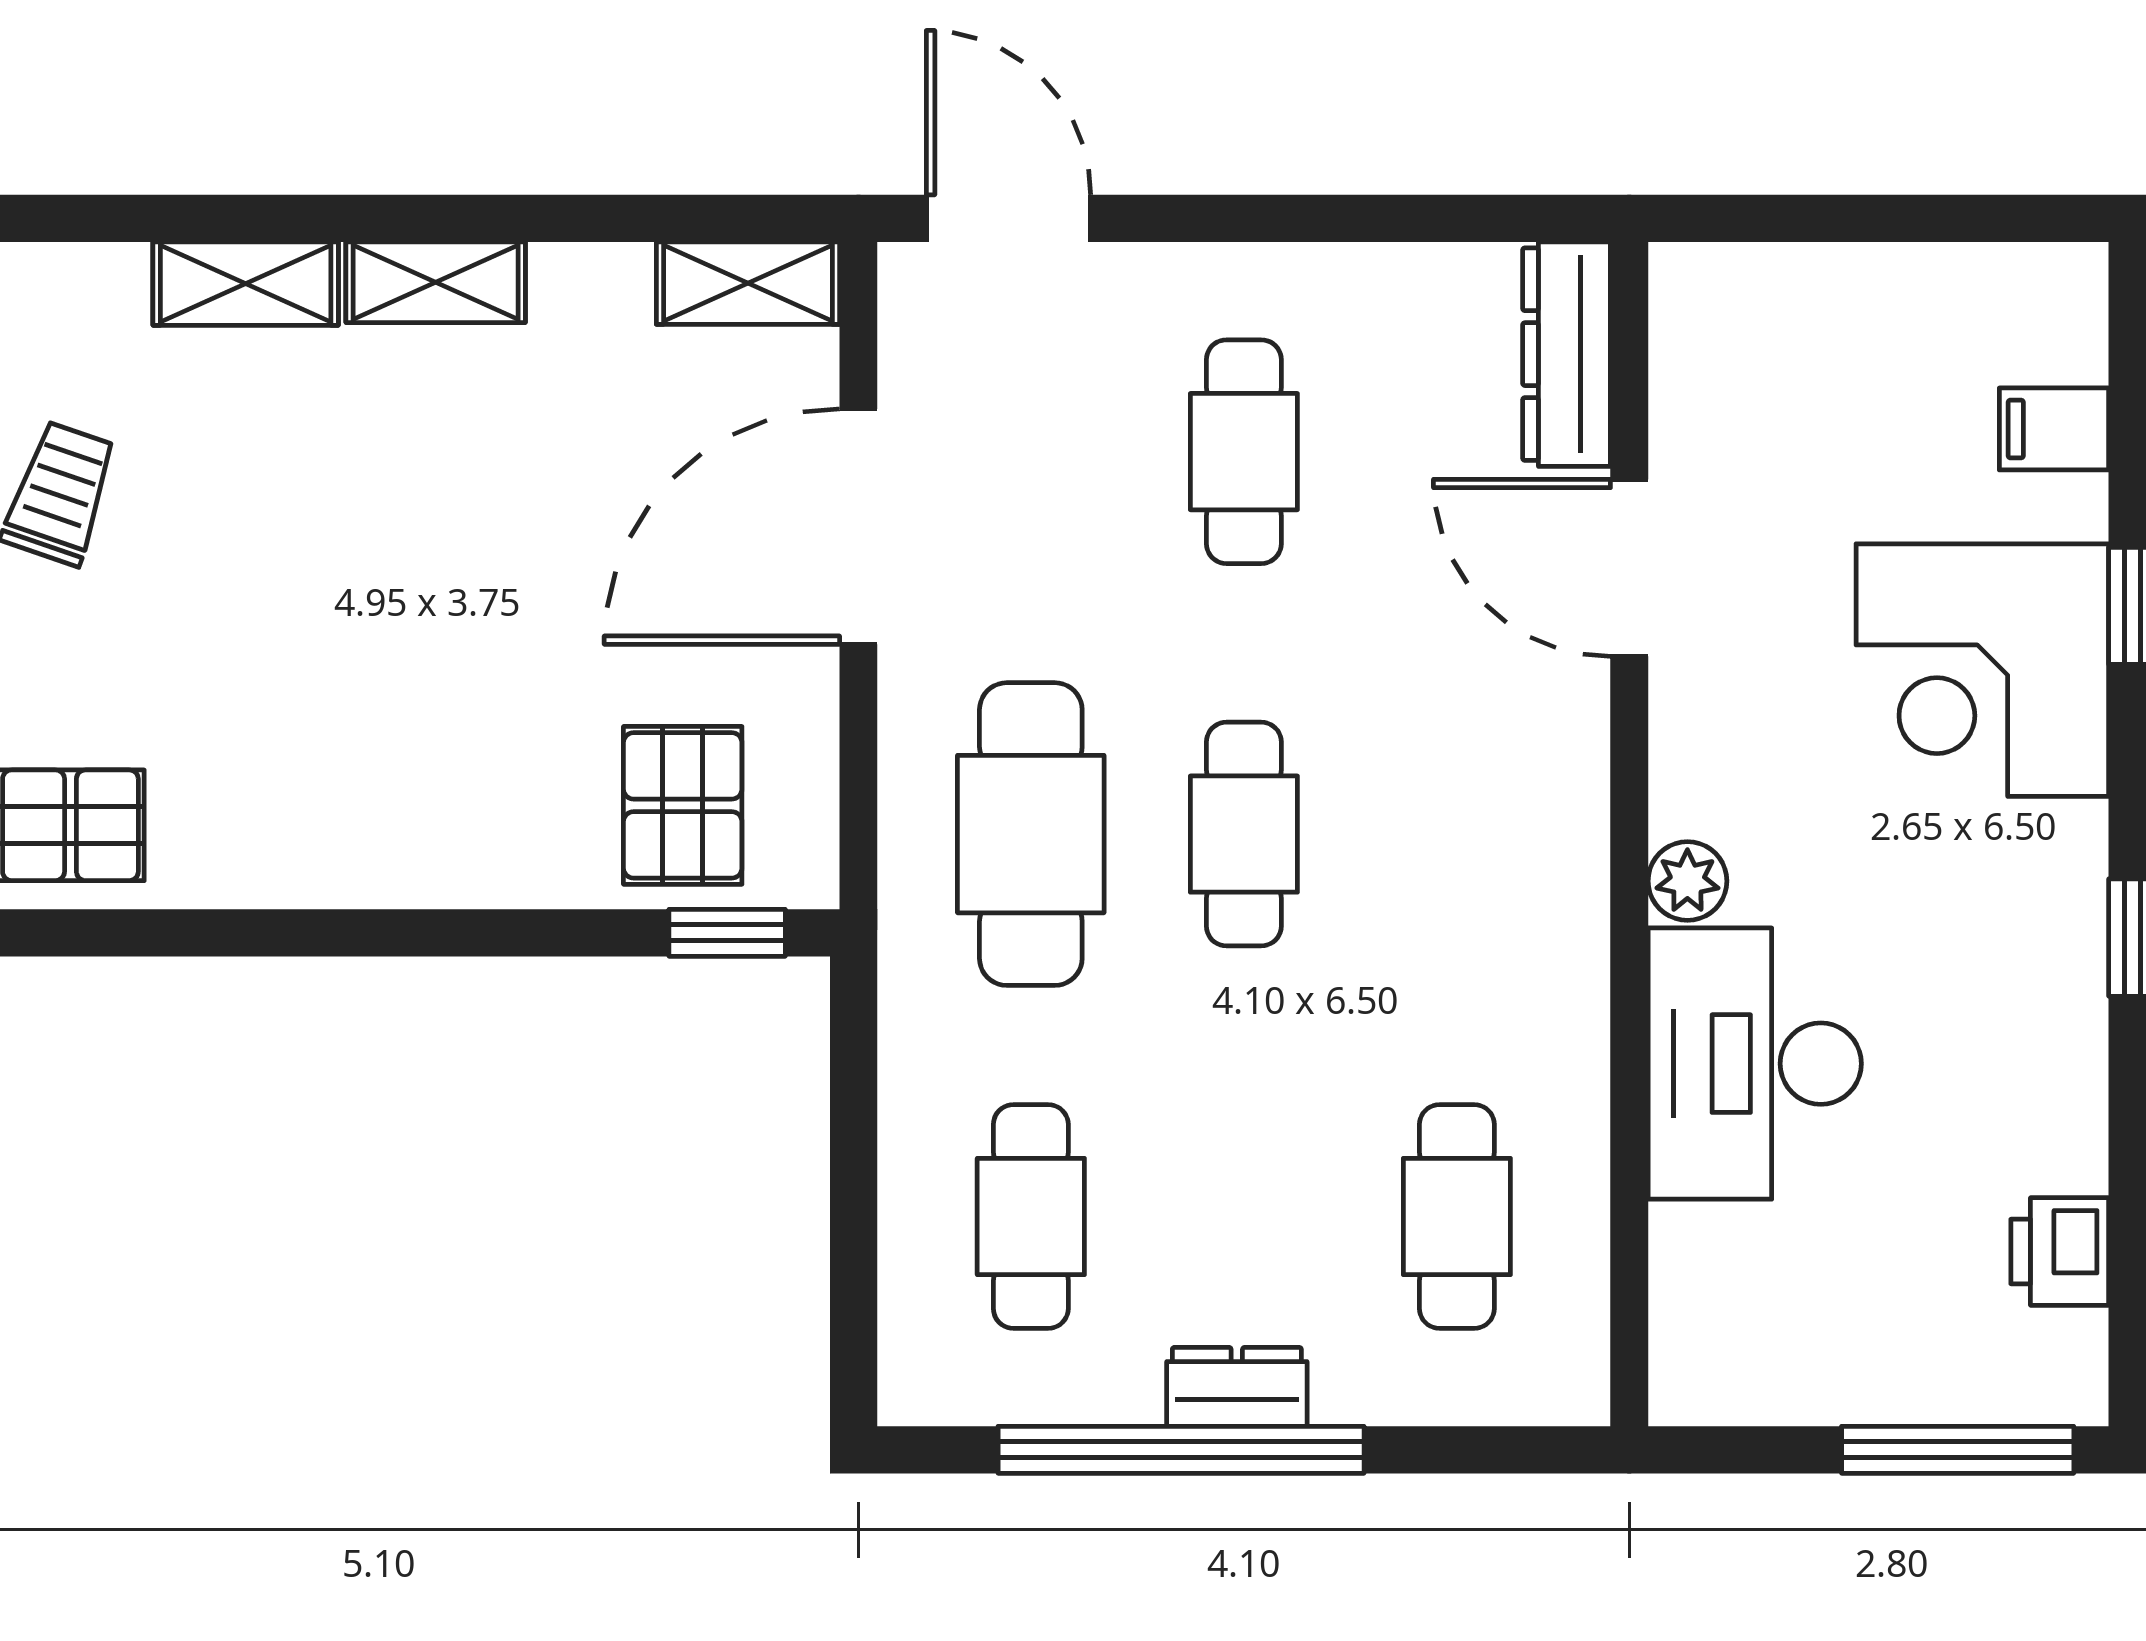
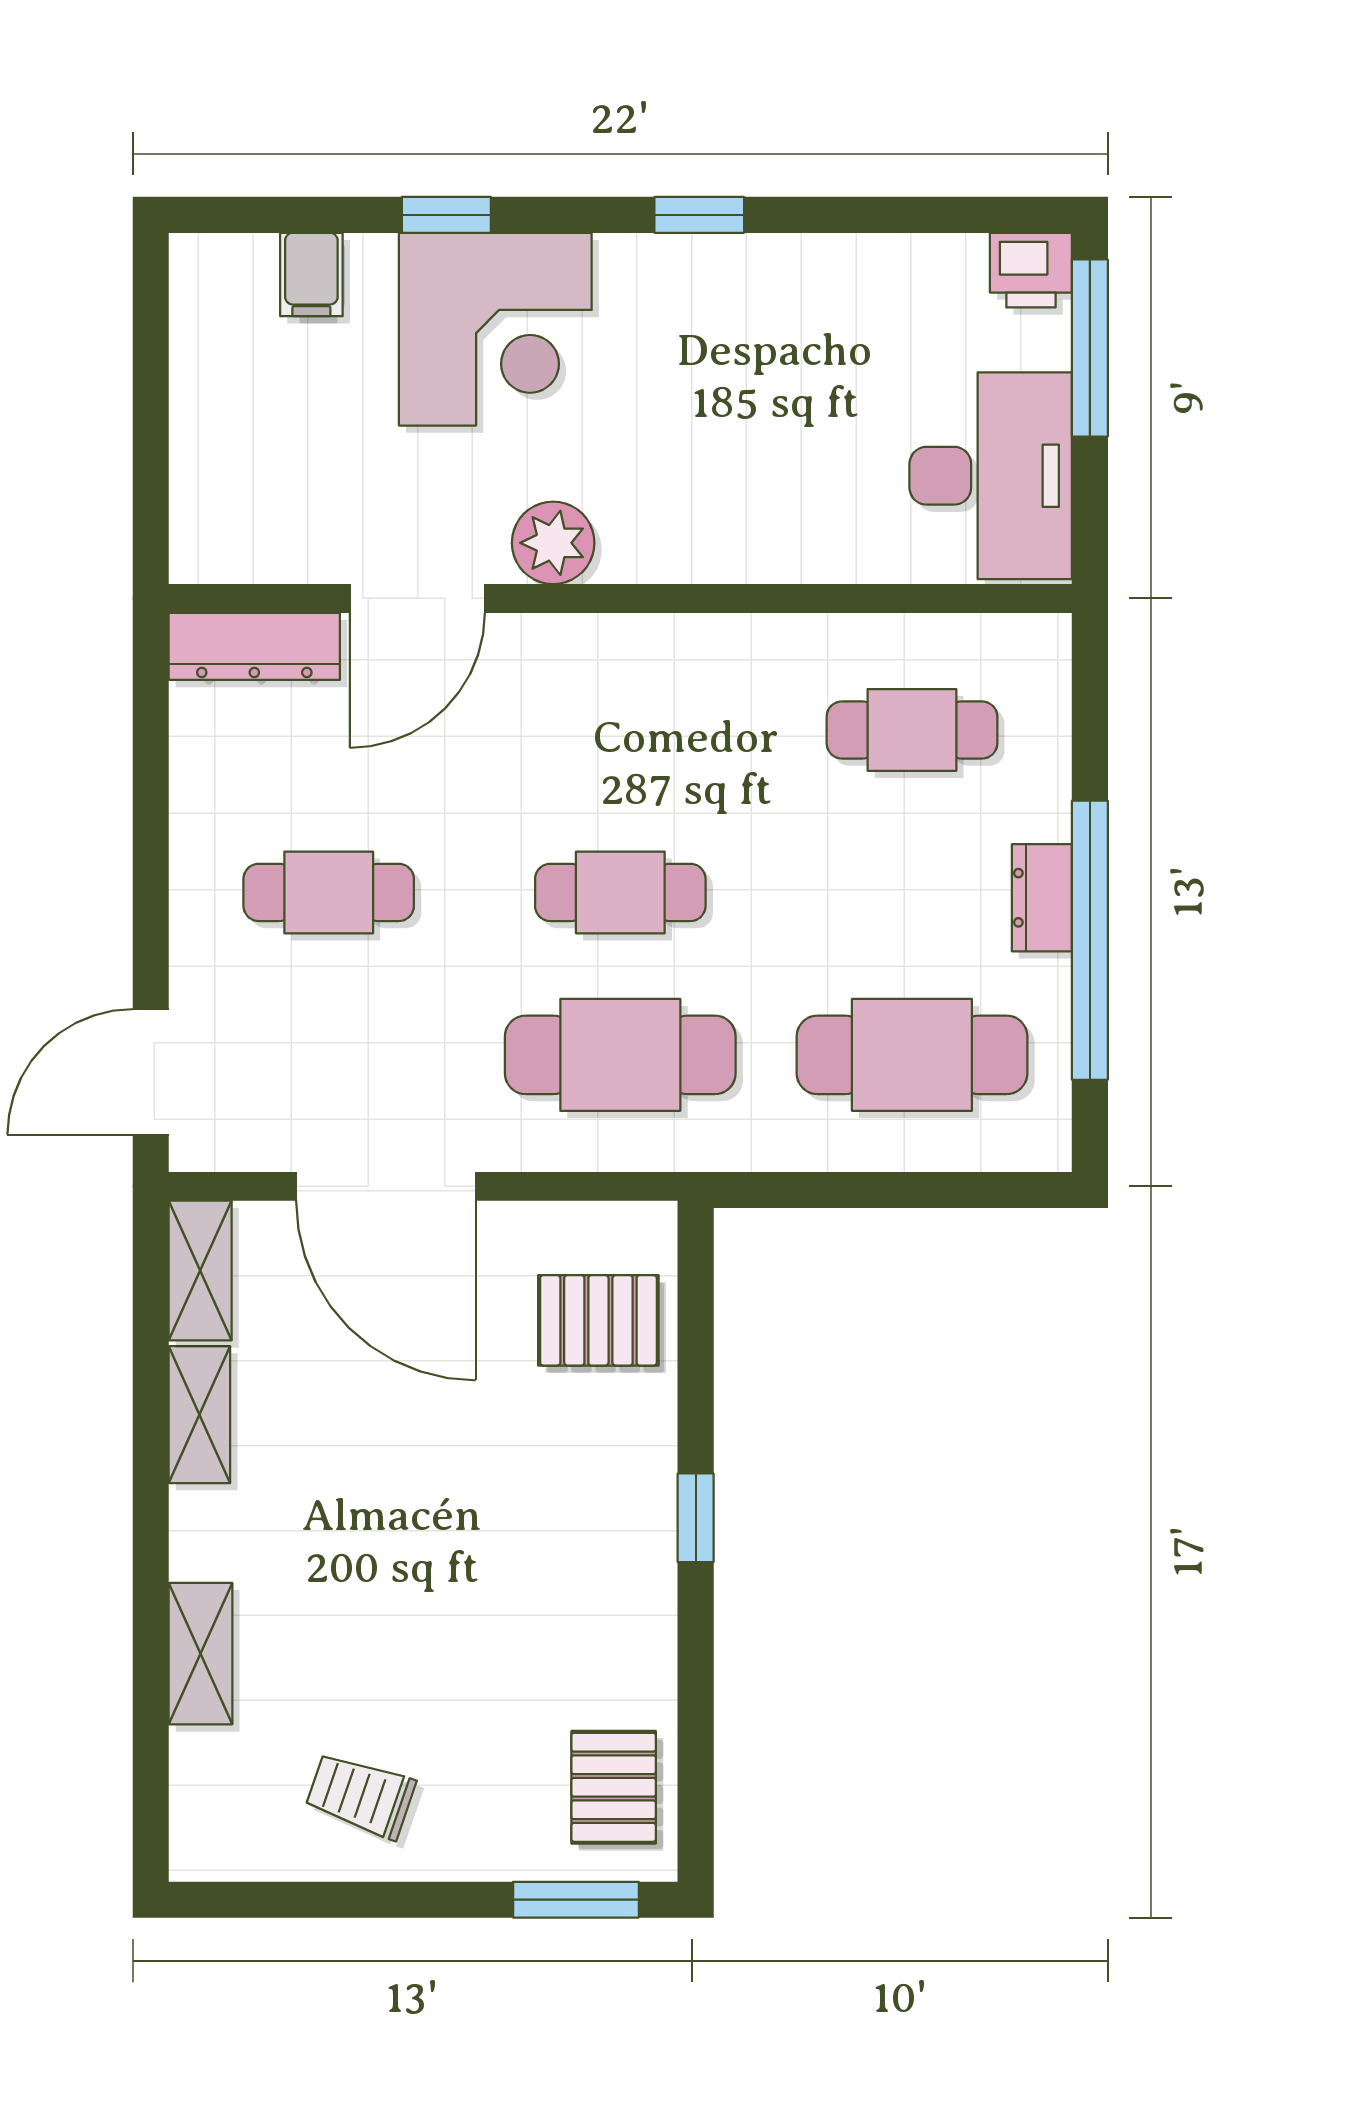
shelving: (436, 282) -> (199, 1415), moved
plant: (1687, 881) -> (553, 543), moved, width x1.38, depth x1.38
window: (727, 933) -> (696, 1518), moved
desk: (1755, 1064) -> (991, 476), moved, turned -90
cafe table: (1031, 1216) -> (912, 1055), width x1.37, depth x1.35
printer: (2060, 1251) -> (1031, 270), moved

